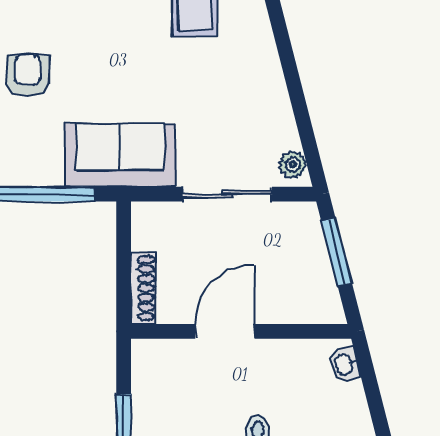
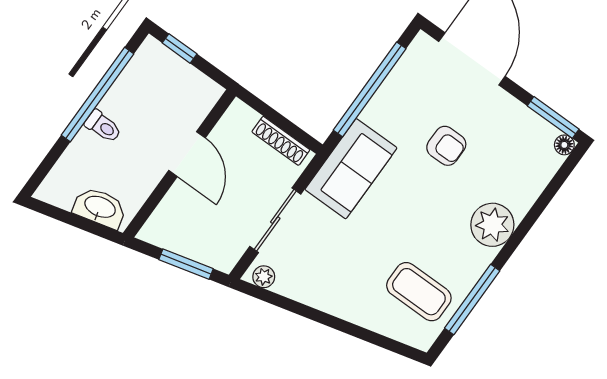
shoe rack: (143, 288) -> (281, 141), moved
washbasin: (344, 365) -> (100, 208), width x1.91, depth x1.45

